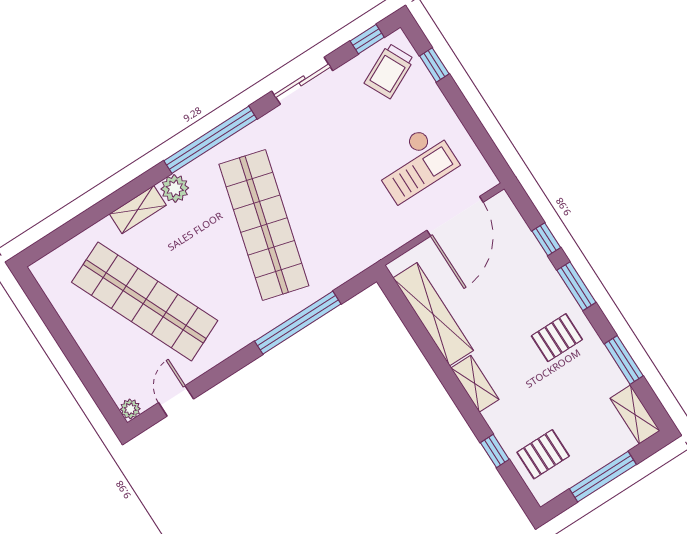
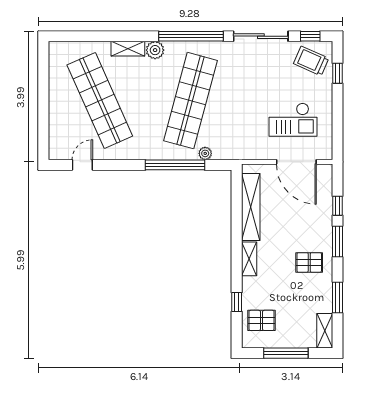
trolley: (389, 71) -> (311, 61), turned 50
sliding door: (302, 81) -> (261, 36), width x1.37
door: (455, 216) -> (296, 162), hinge flipped
plant: (130, 409) -> (205, 153), moved

